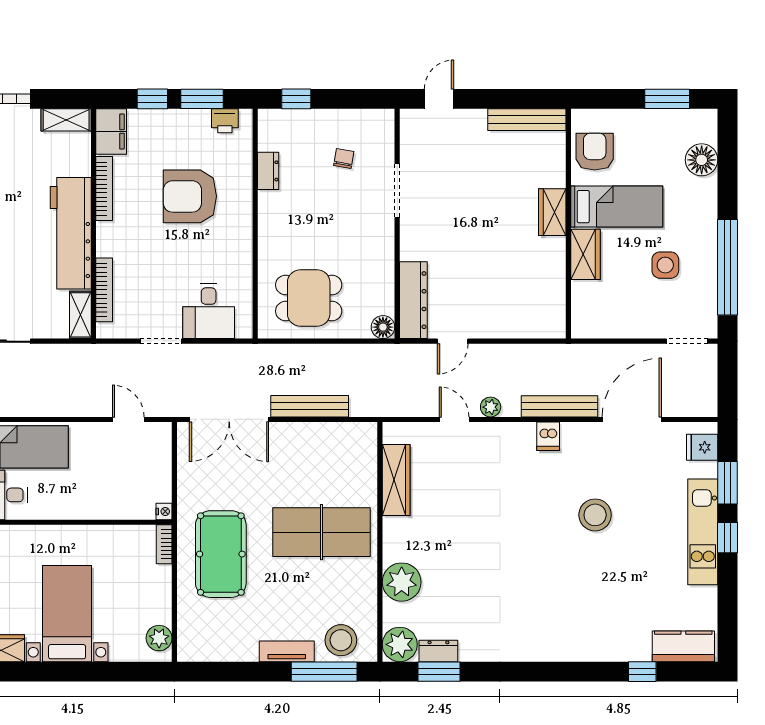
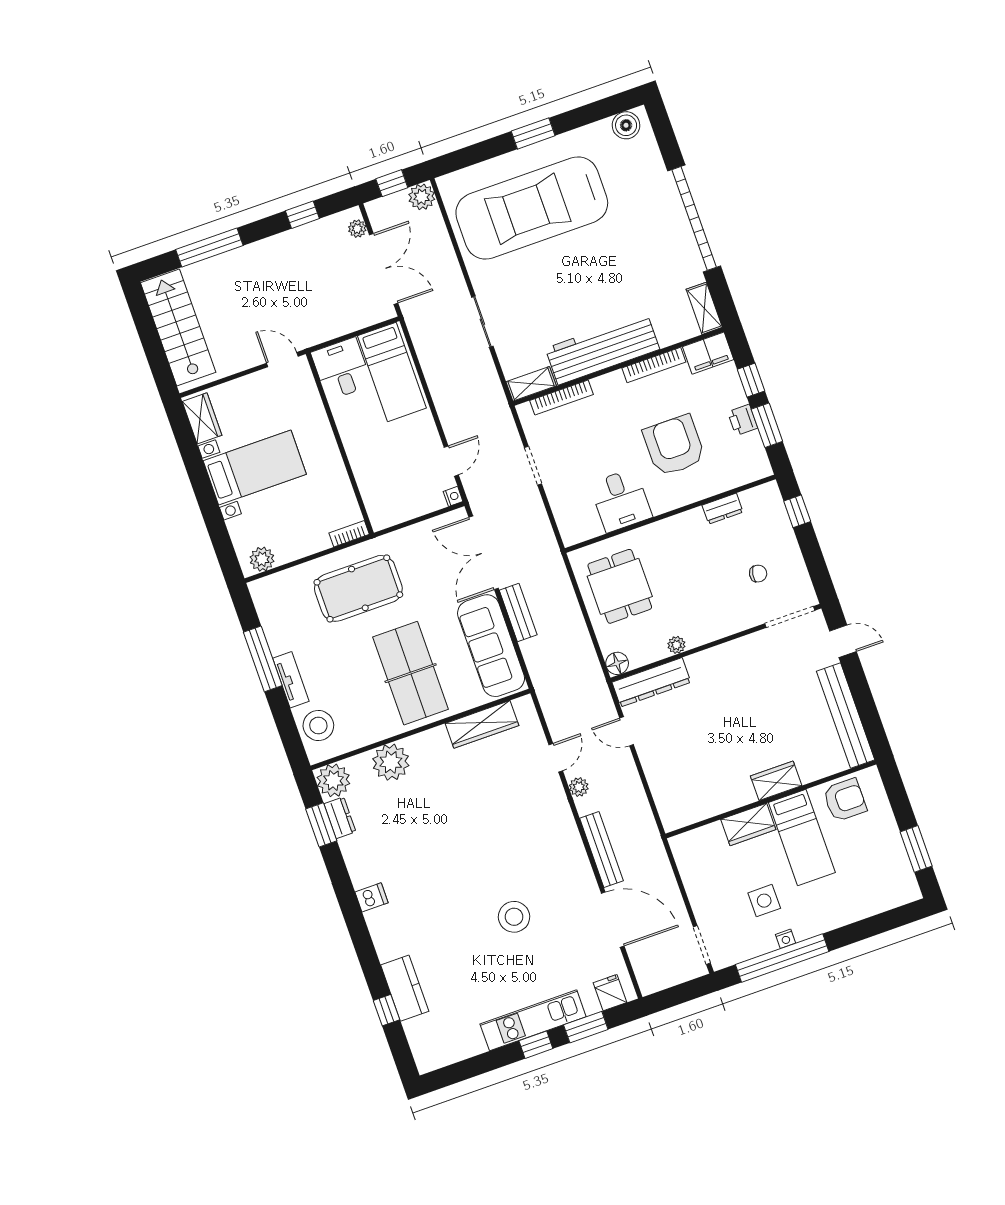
bench: (527, 120) -> (846, 716), width x1.37, depth x1.21
printer: (225, 121) -> (743, 420), moved
floor lamp: (702, 160) -> (872, 900), removed
doorway: (397, 191) -> (790, 617), moved
nightstand: (710, 257) -> (785, 939), added
plant: (385, 263) -> (676, 645), added
desk: (209, 311) -> (621, 500), moved, turned -90
bench: (310, 406) -> (518, 613), width x0.73
dishwasher: (548, 436) -> (372, 897), moved, turned 180
sofa: (322, 444) -> (491, 646), added
nightstand: (164, 511) -> (453, 496), moved, turned -90
kitchen counter: (683, 646) -> (405, 988), moved
window: (324, 672) -> (263, 659), moved

